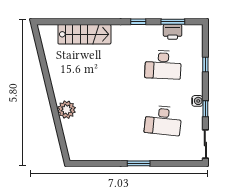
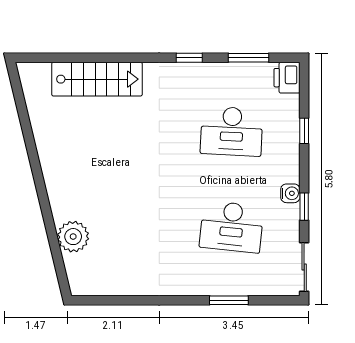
printer: (173, 32) -> (287, 78), moved, turned 90
plant: (67, 110) -> (73, 237), moved
window: (139, 163) -> (229, 300), moved

